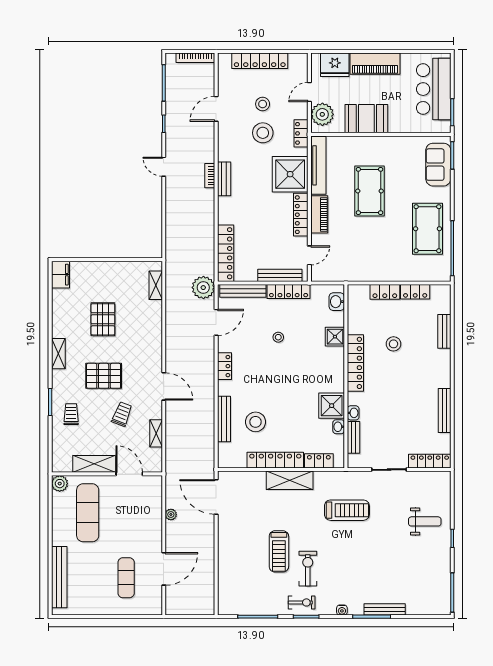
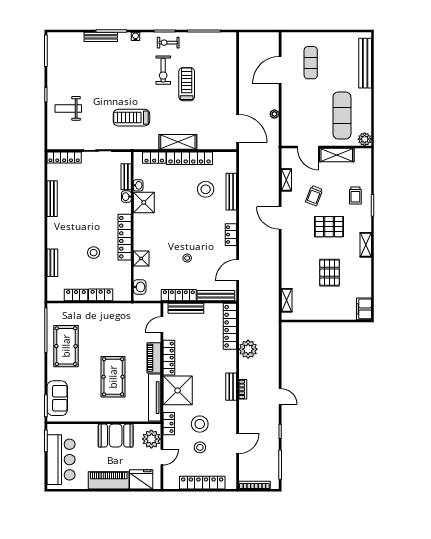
plant: (203, 288) -> (248, 349), moved

